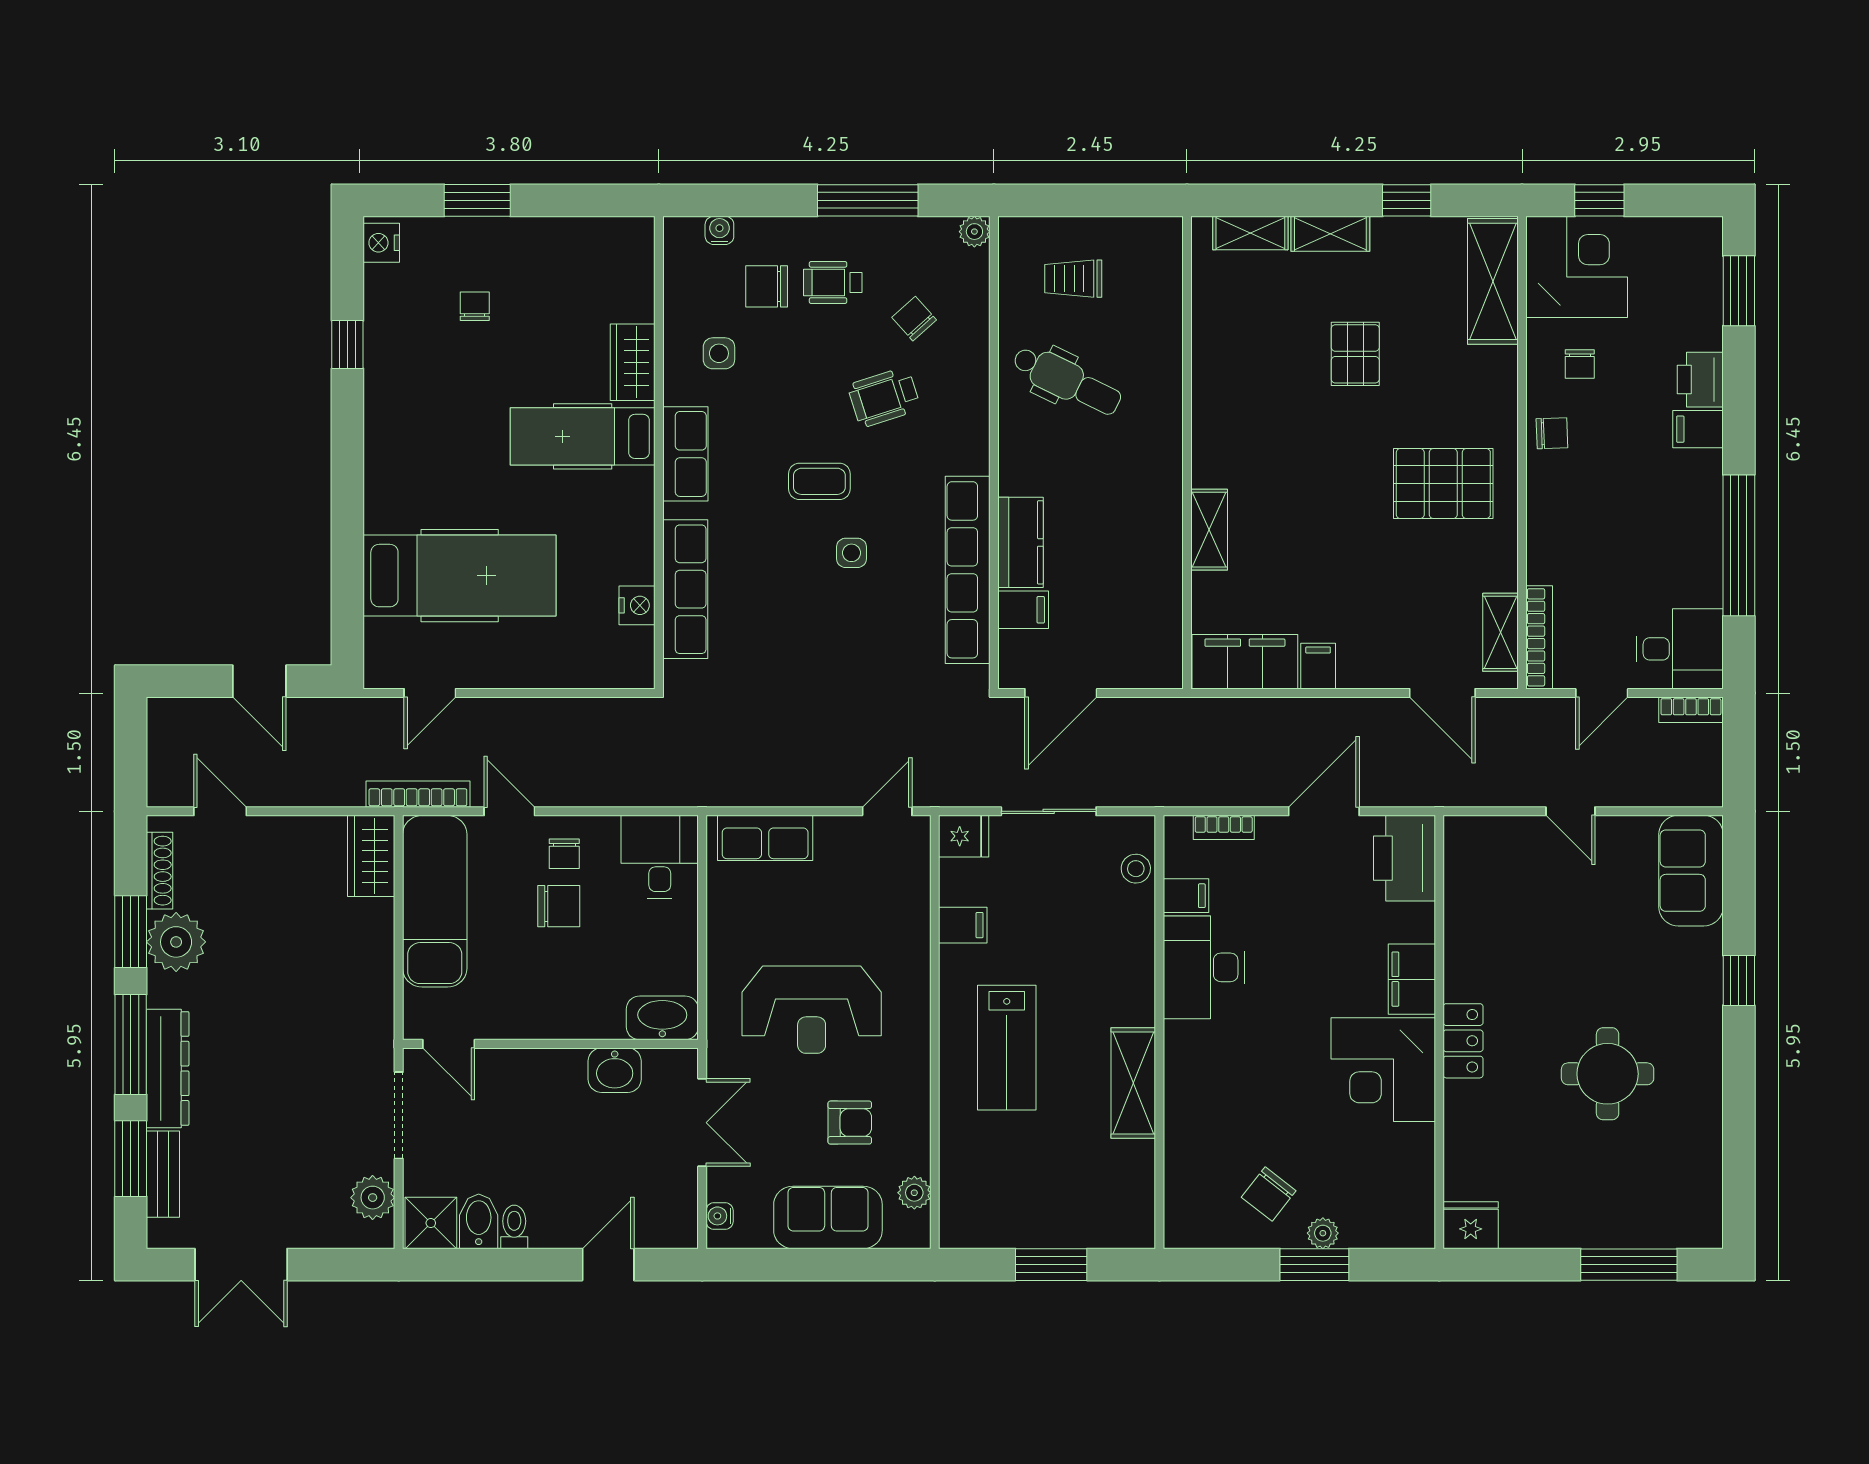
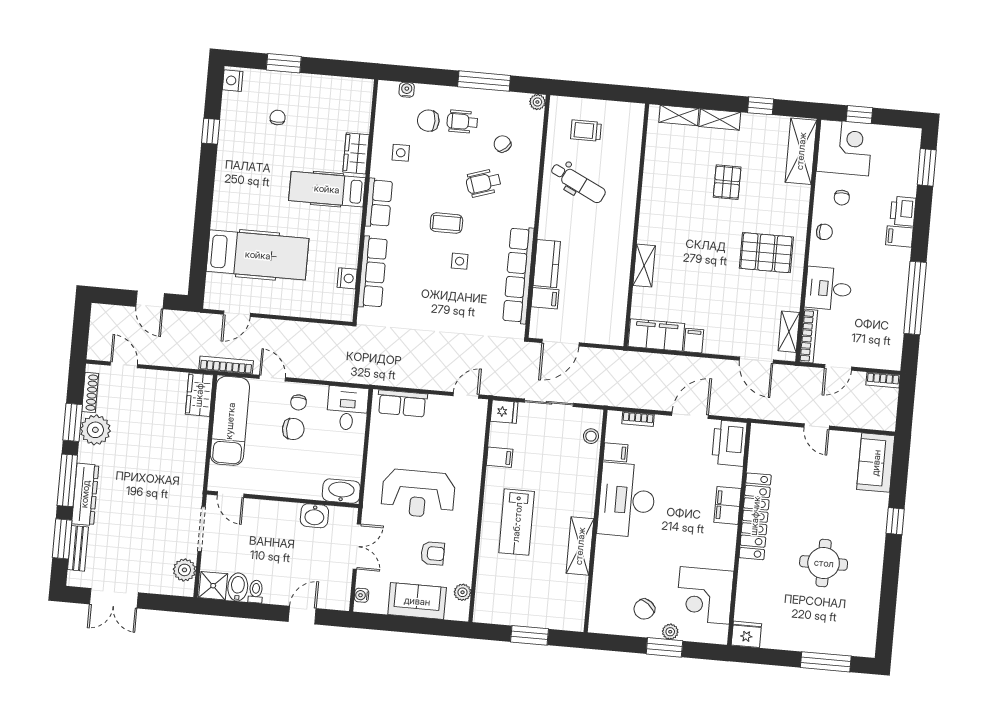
desk: (1680, 649) -> (828, 289), moved, turned 180
desk: (1204, 967) -> (627, 500), width x1.36, depth x1.30
locker: (1463, 1041) -> (755, 516), width x2.16, depth x1.21
corner desk: (1383, 1070) -> (705, 595), moved

